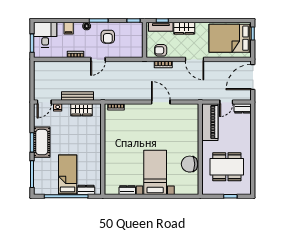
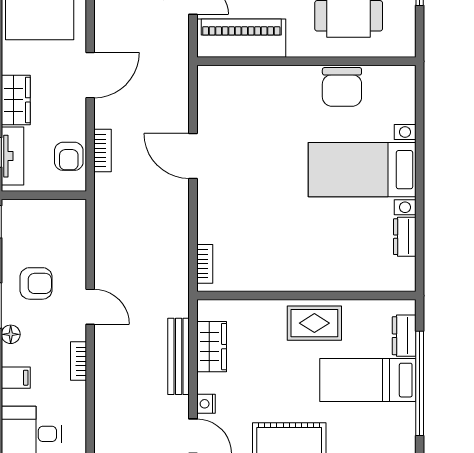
door: (161, 102) -> (193, 156), hinge flipped
rug: (91, 153) -> (314, 323), added

